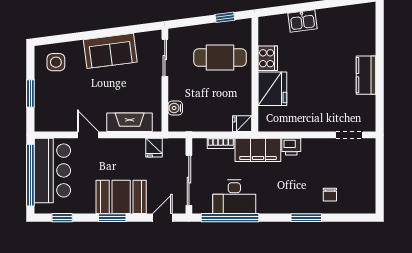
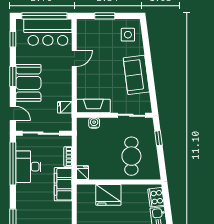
window: (225, 17) -> (158, 138), moved
cooker: (268, 58) -> (156, 197), moved, turned 83
fireplace: (130, 122) -> (93, 106), moved, turned -90
printer: (291, 147) -> (66, 209), removed

